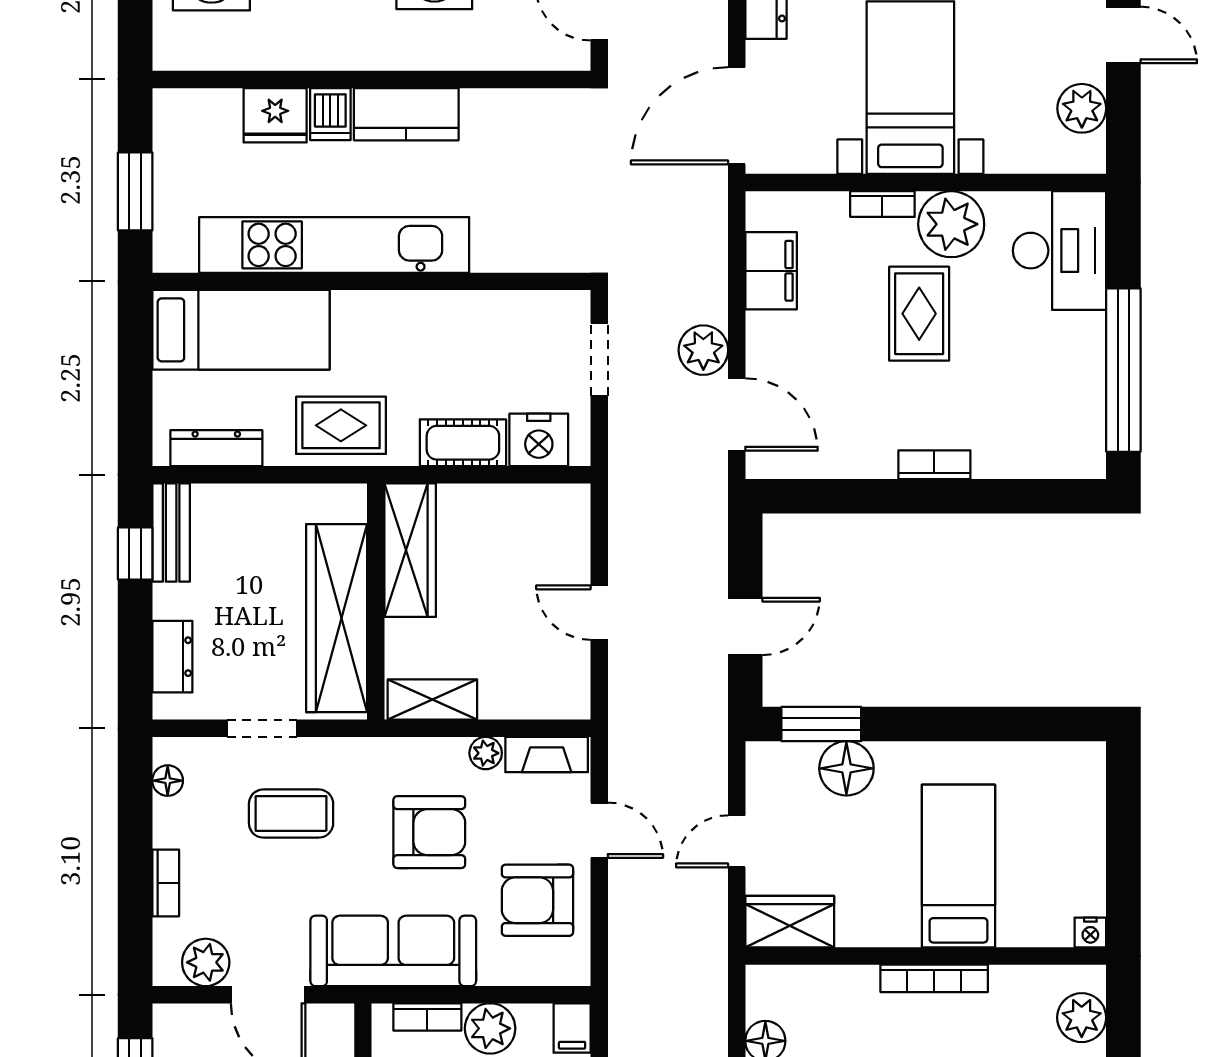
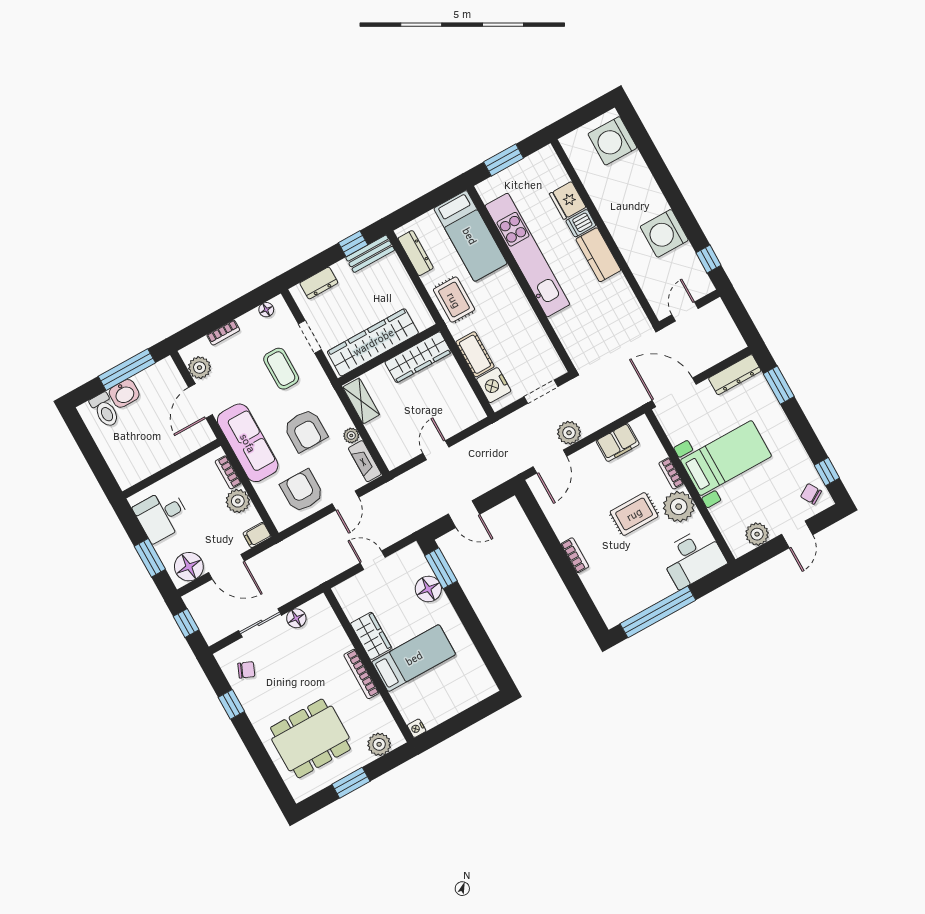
wardrobe: (790, 922) -> (371, 636), moved

